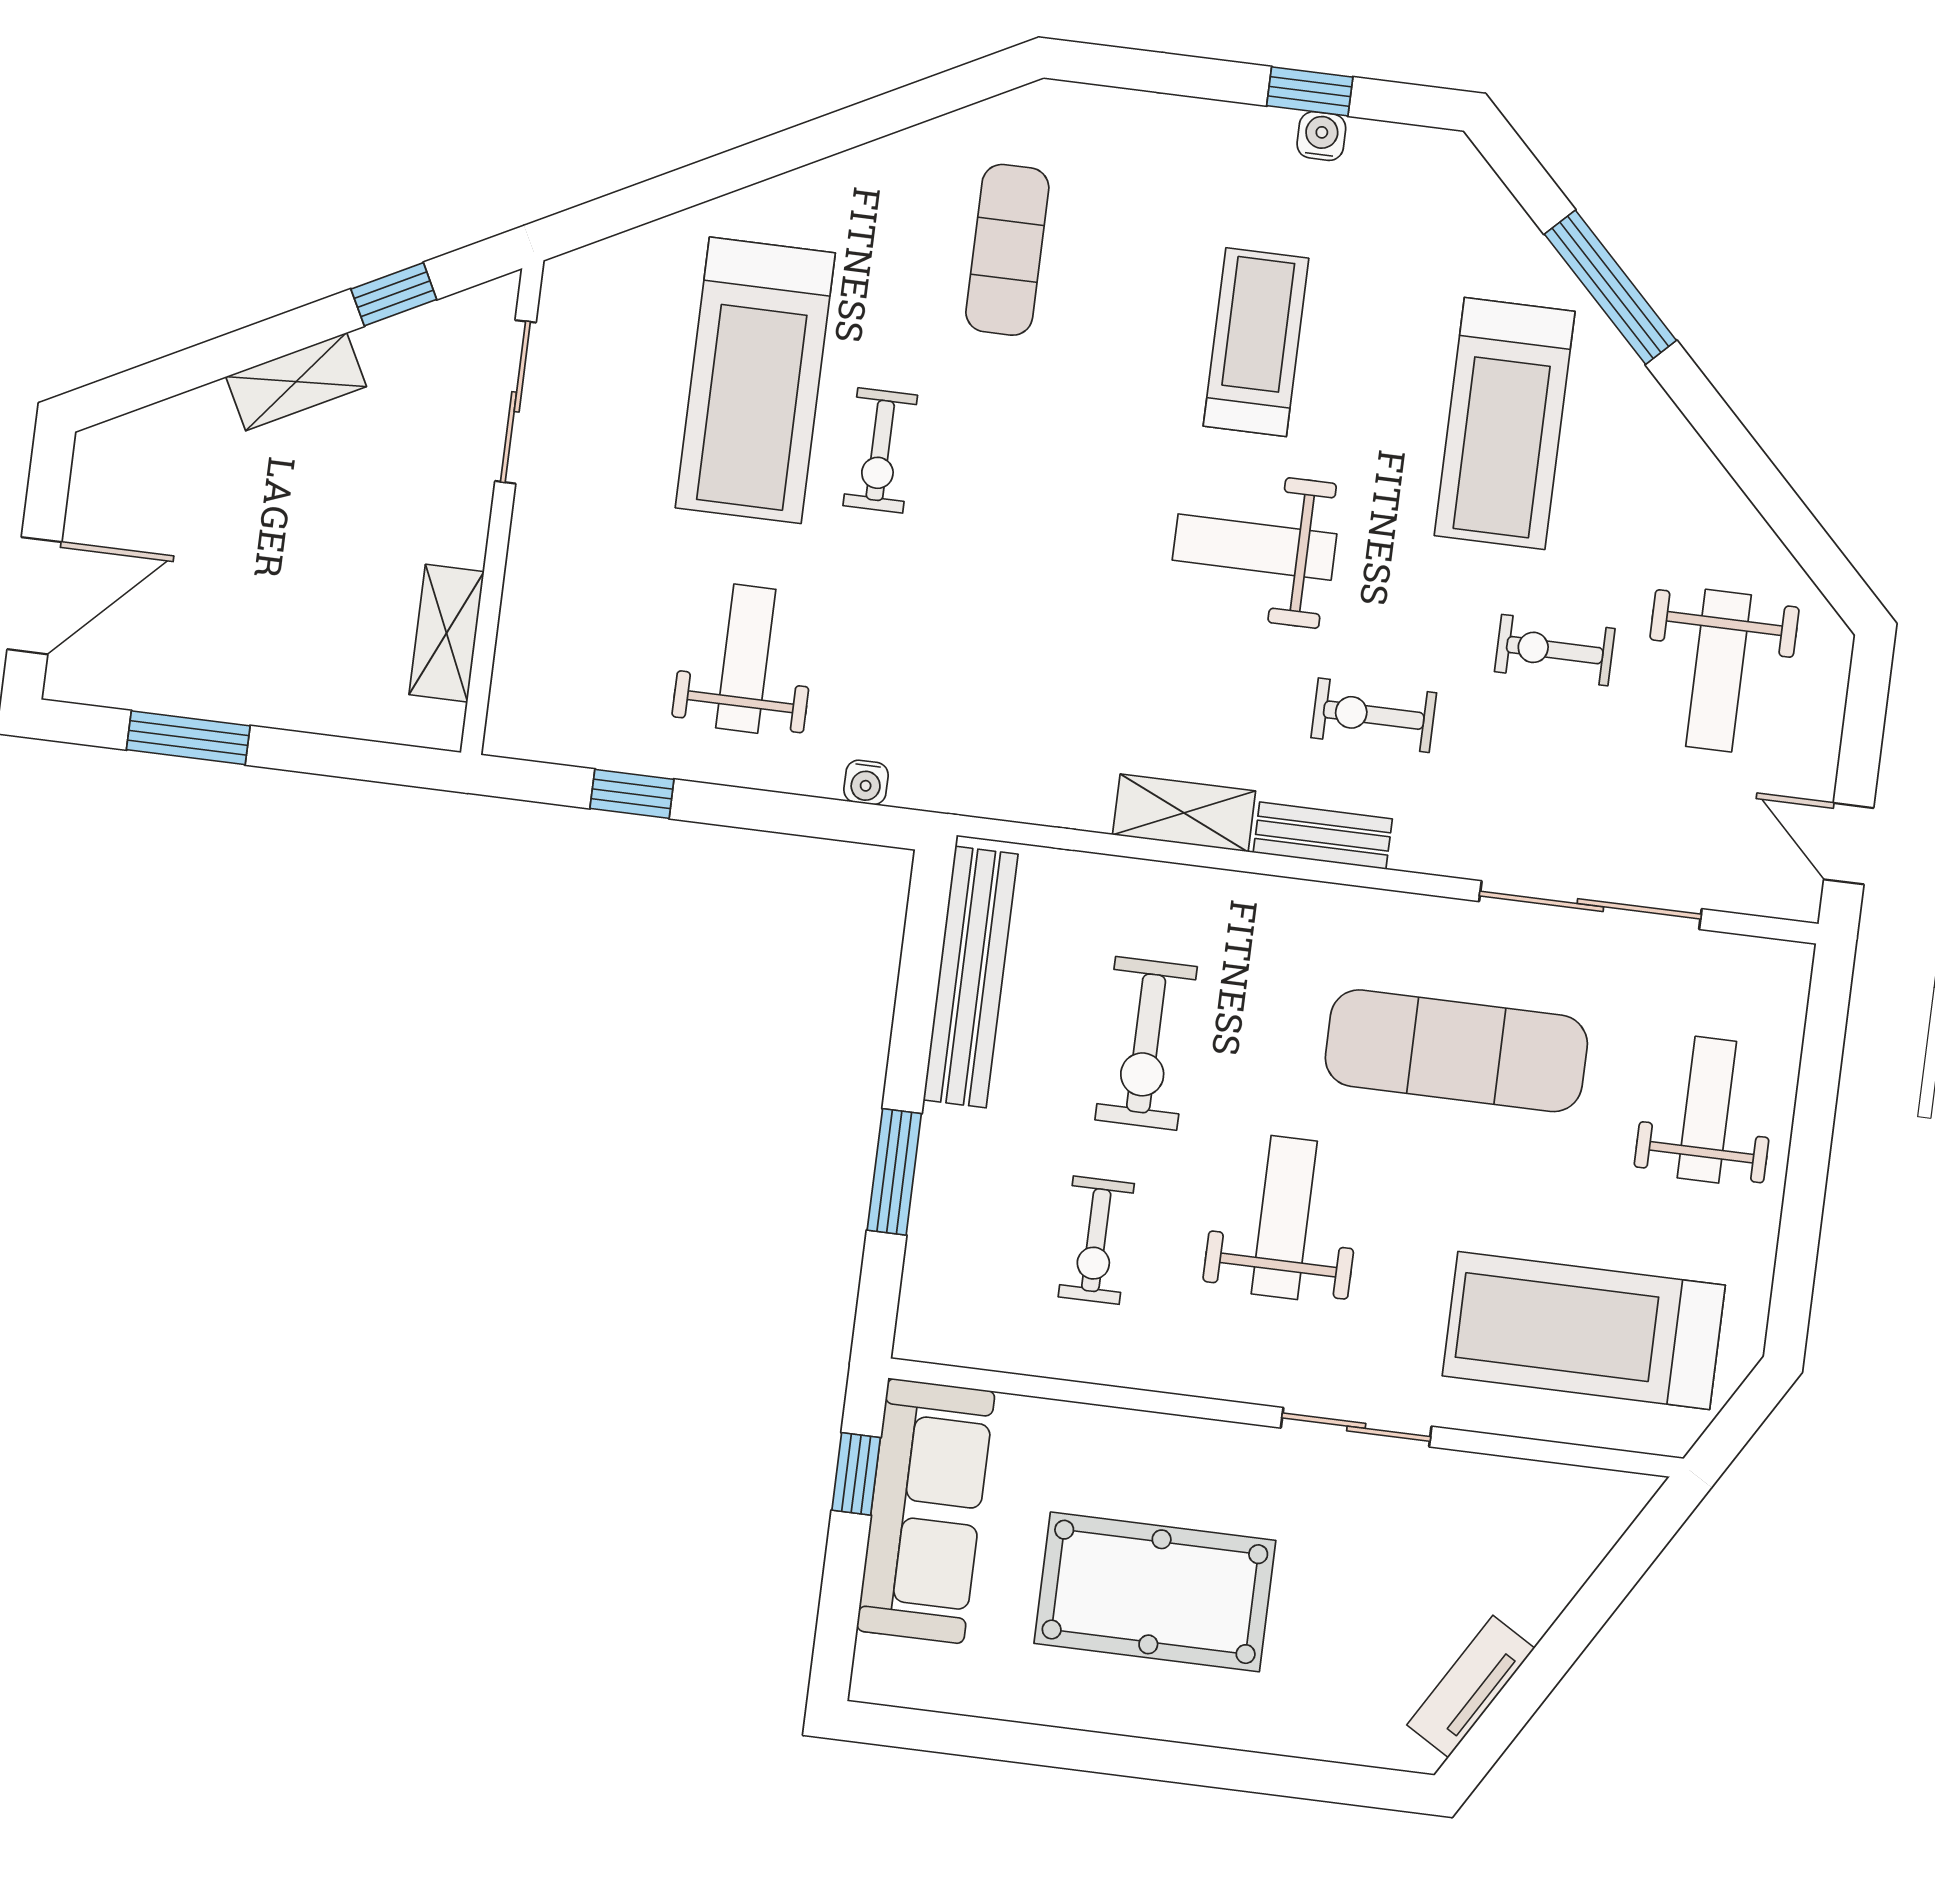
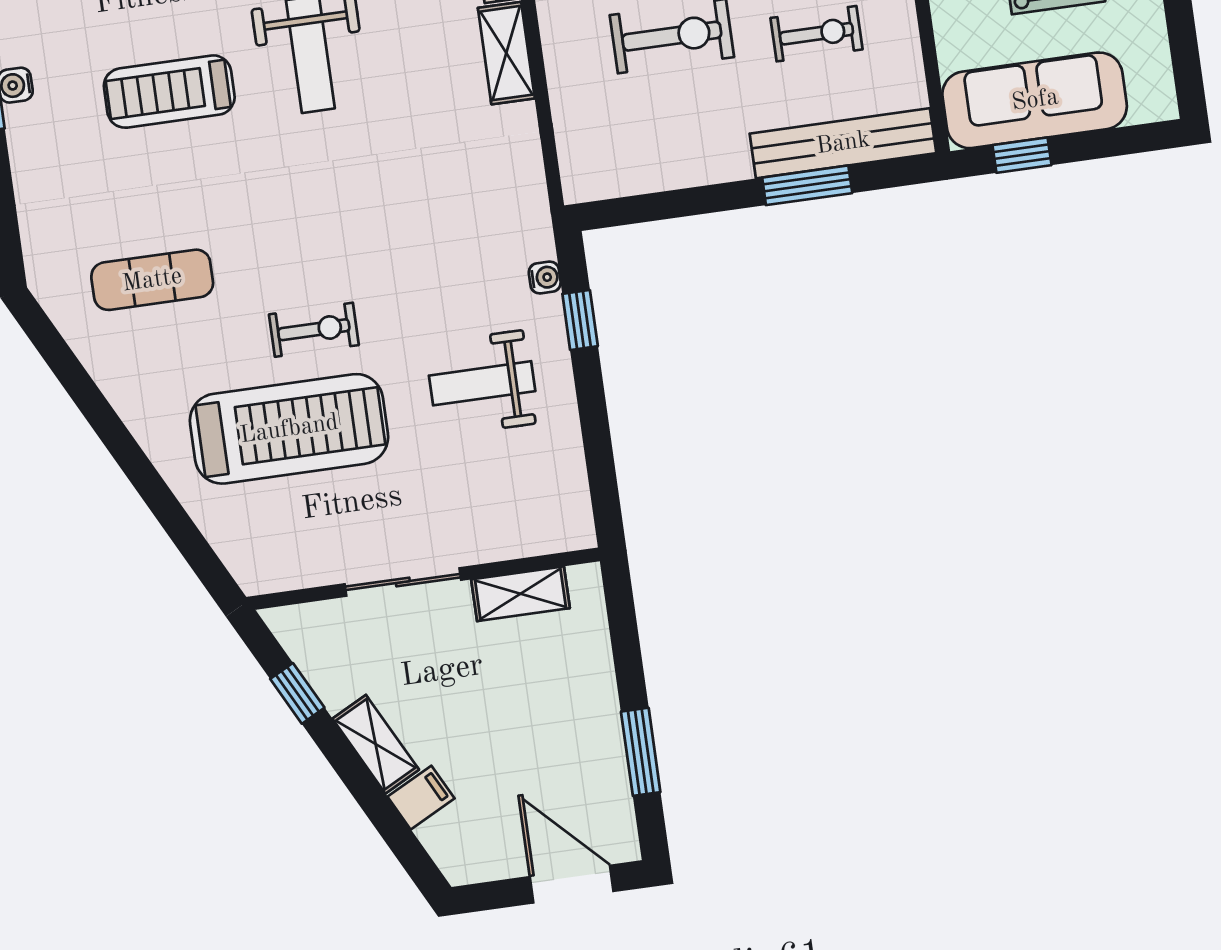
sliding door: (515, 402) -> (403, 582), moved
filing cabinet: (207, 423) -> (421, 798), added
window: (632, 794) -> (580, 320), moved
bench: (971, 977) -> (843, 143), moved

